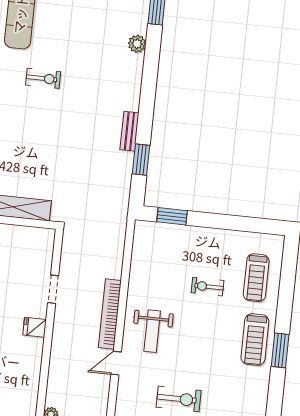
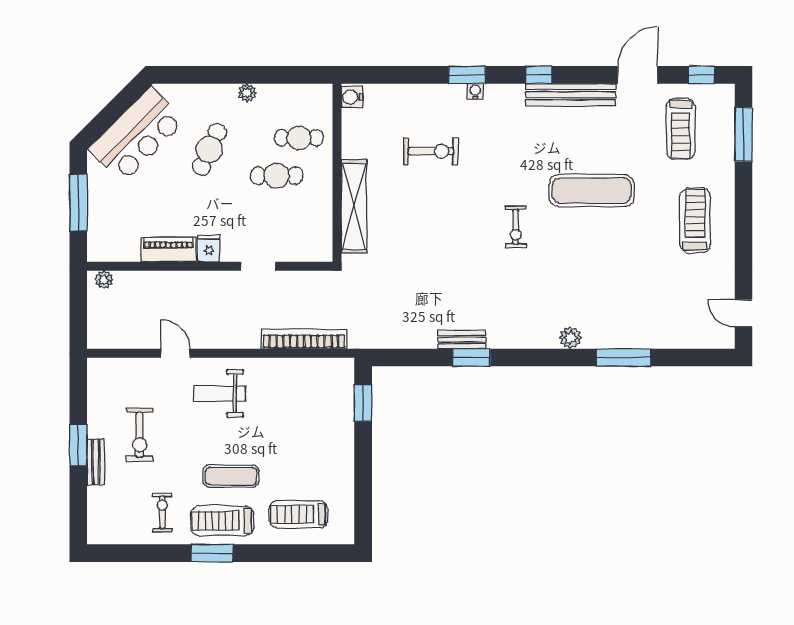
window: (141, 160) -> (471, 358), moved
exercise bike: (208, 287) -> (162, 512), moved
bookcase: (110, 314) -> (304, 339), moved
exercise mat: (220, 329) -> (231, 476), added
piano: (32, 360) -> (168, 250), added

